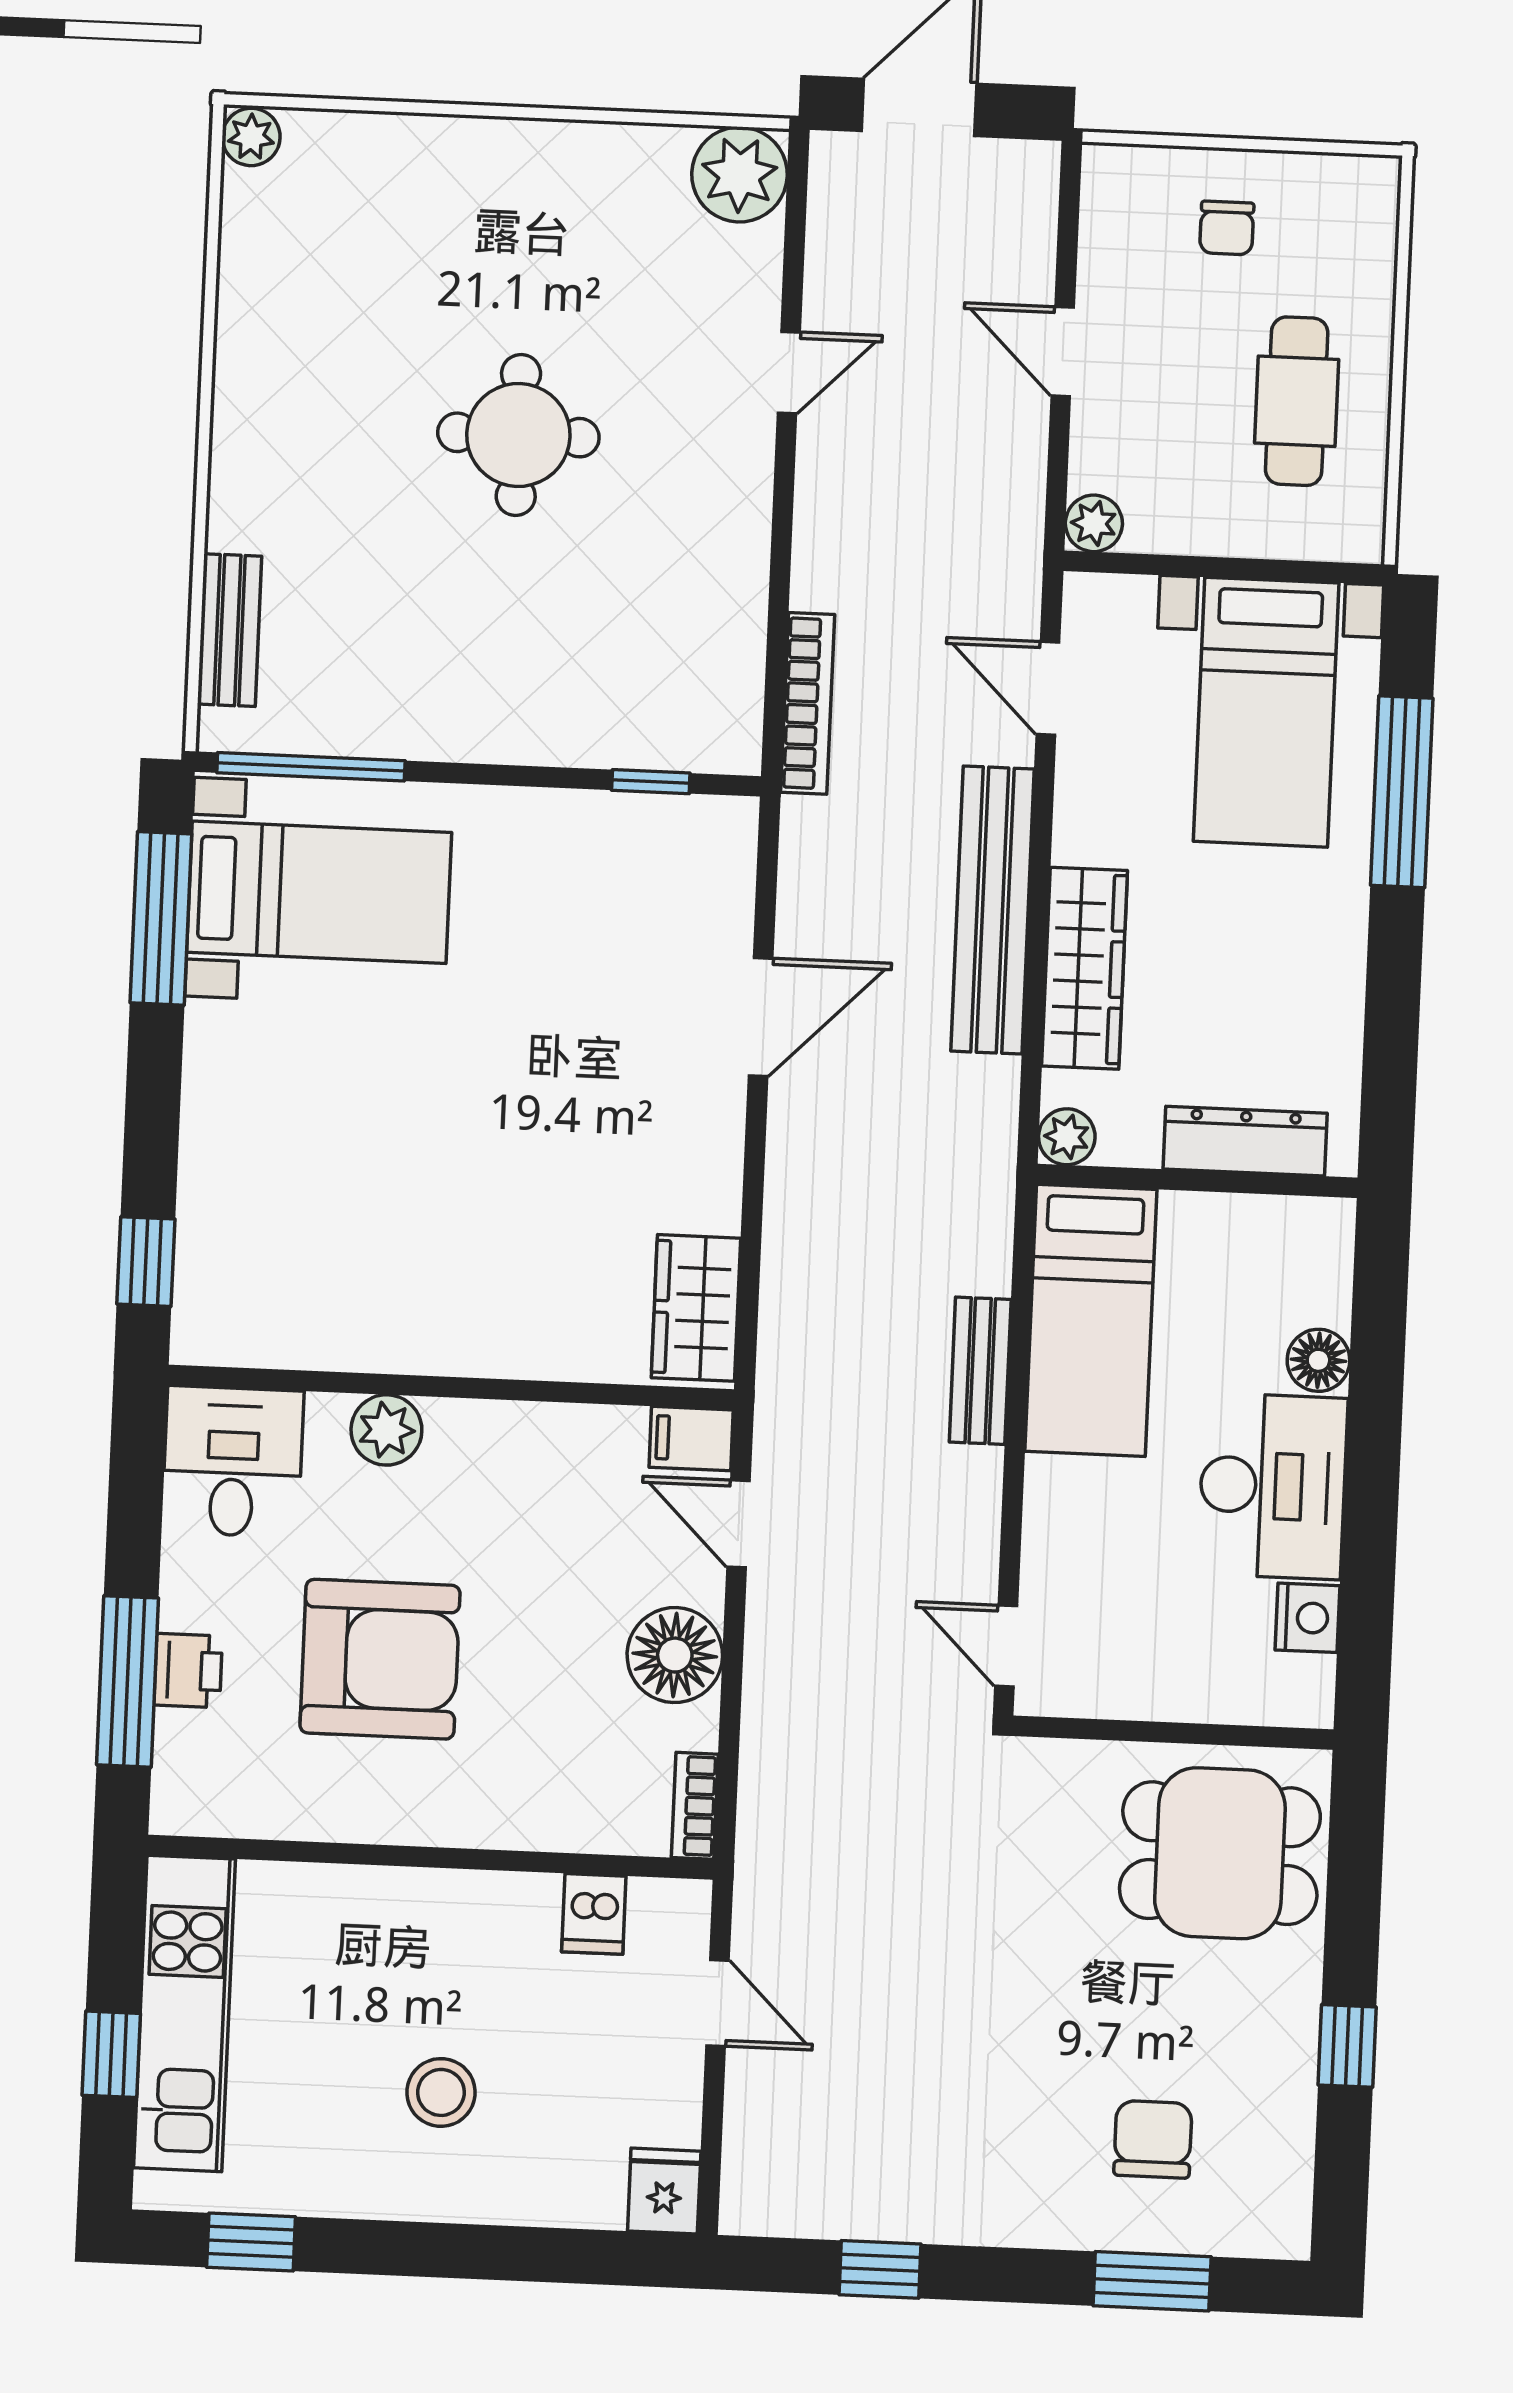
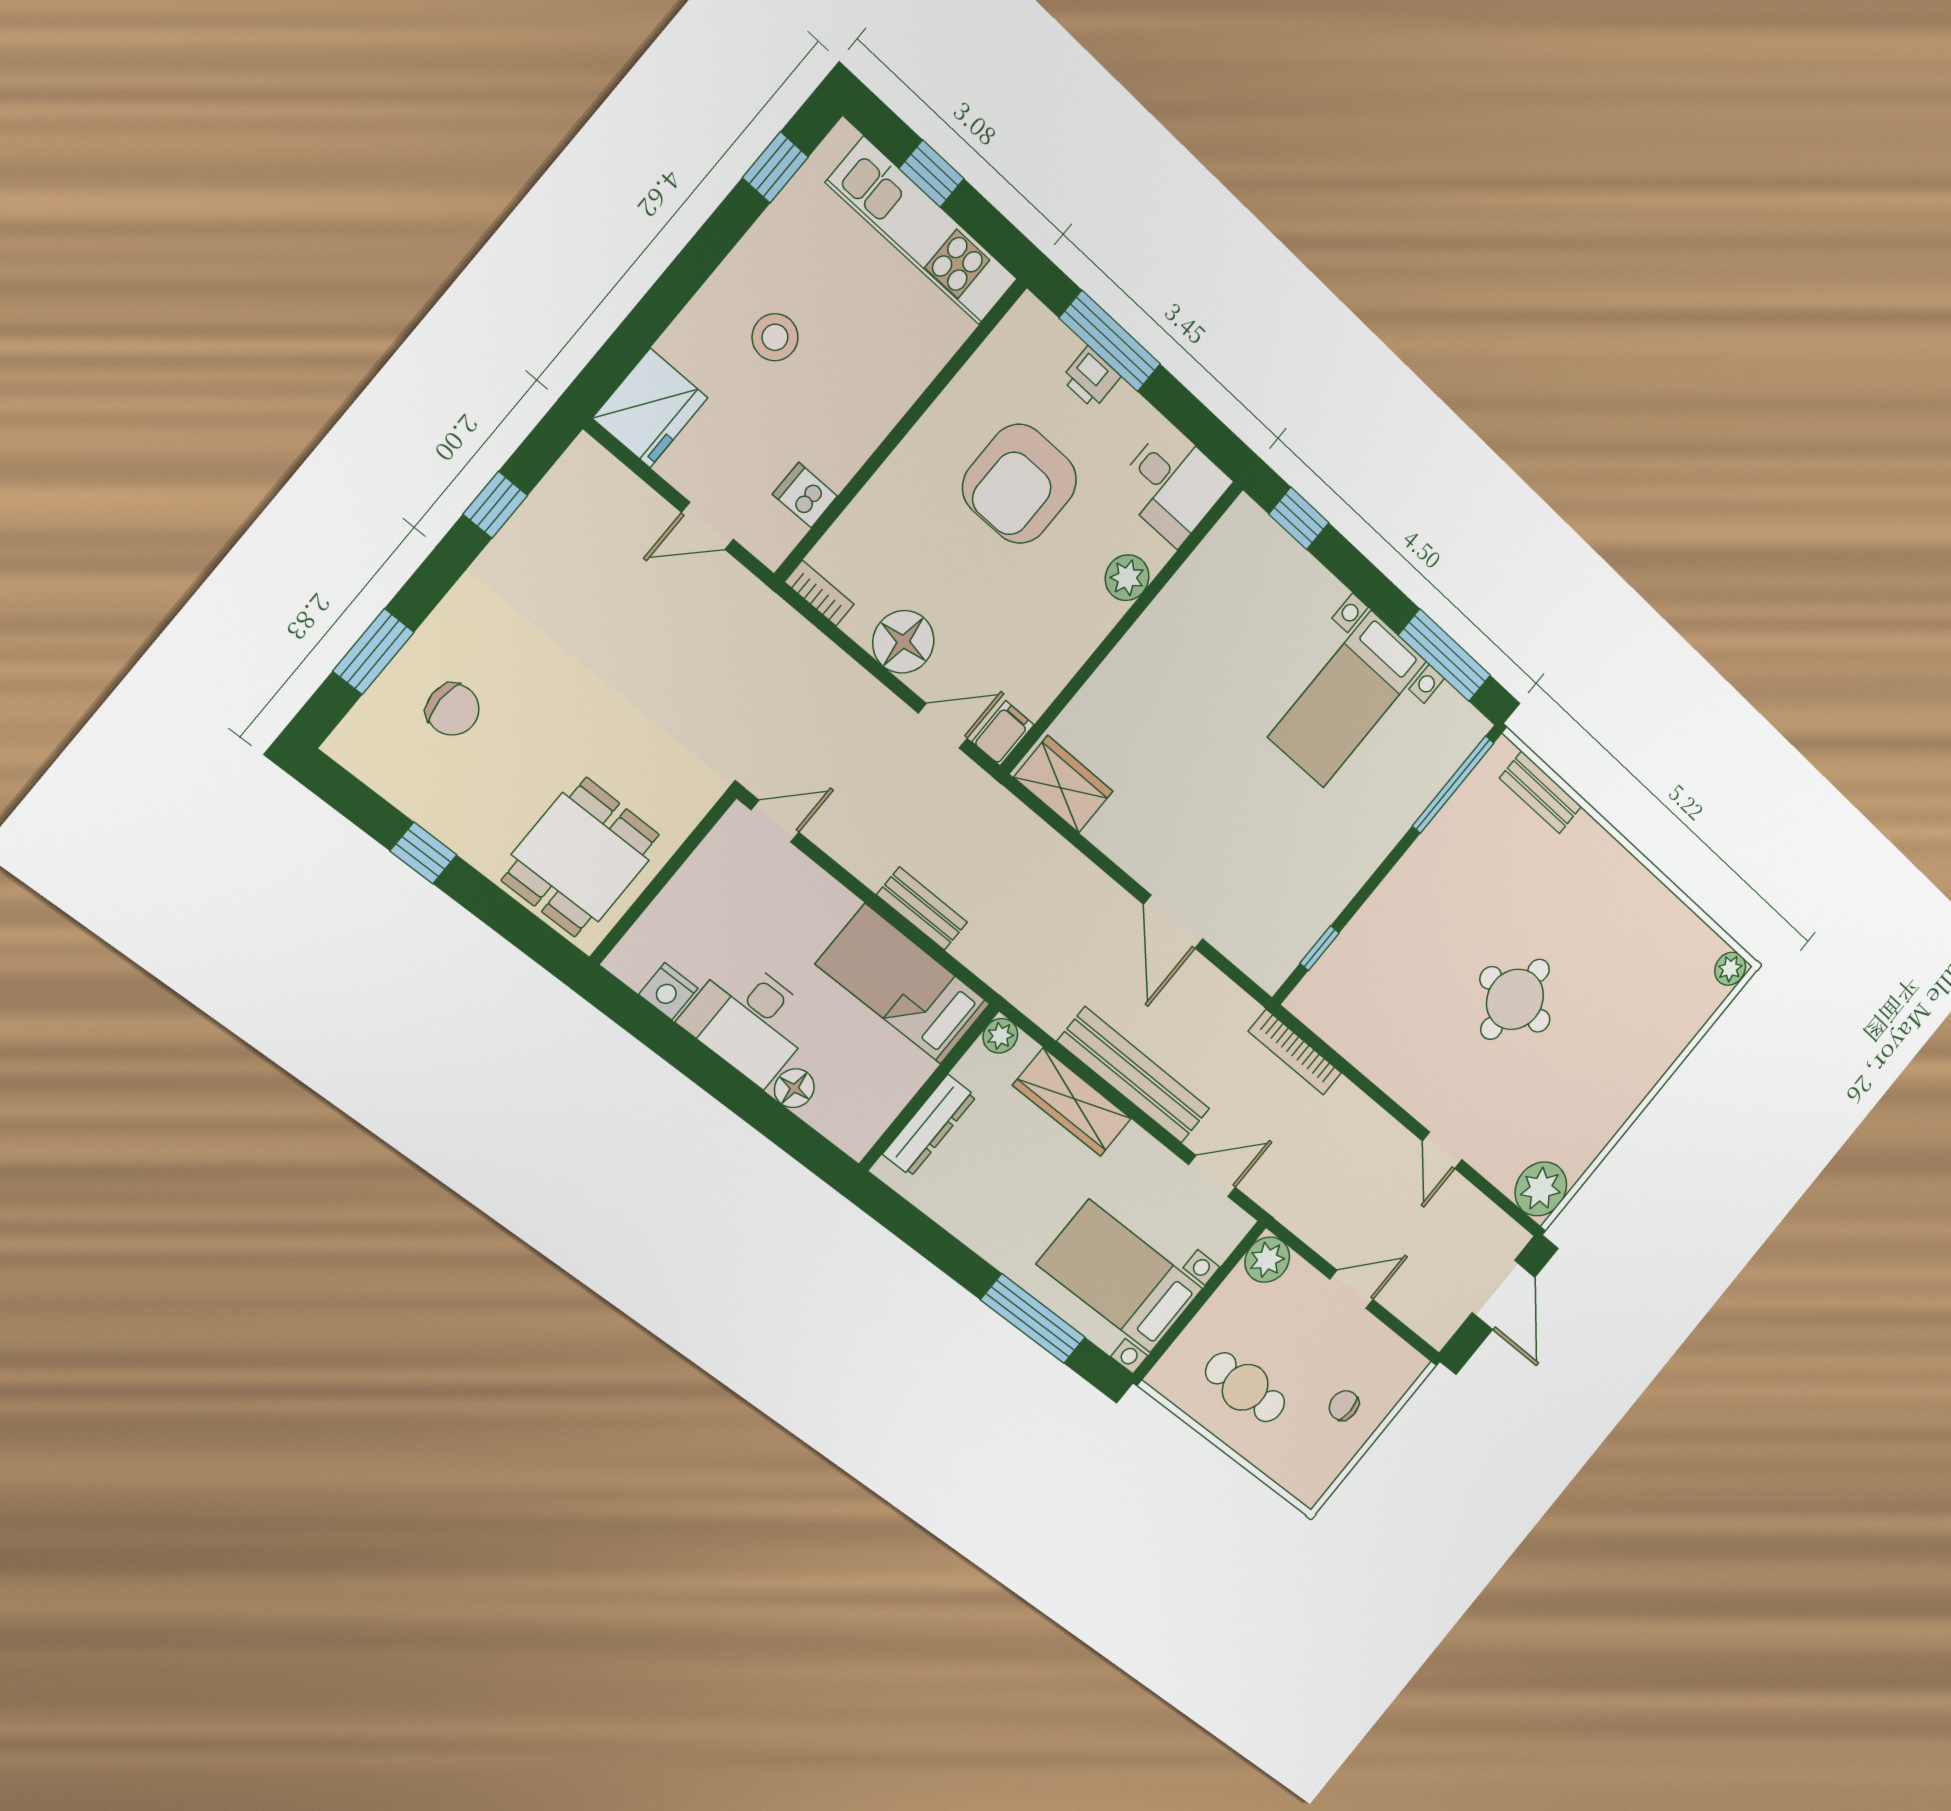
plant: (1094, 523) -> (1267, 1260), width x1.38, depth x1.38
bed with nightstands: (319, 892) -> (1347, 699), moved
fridge: (664, 2191) -> (650, 408), width x1.88, depth x1.34

